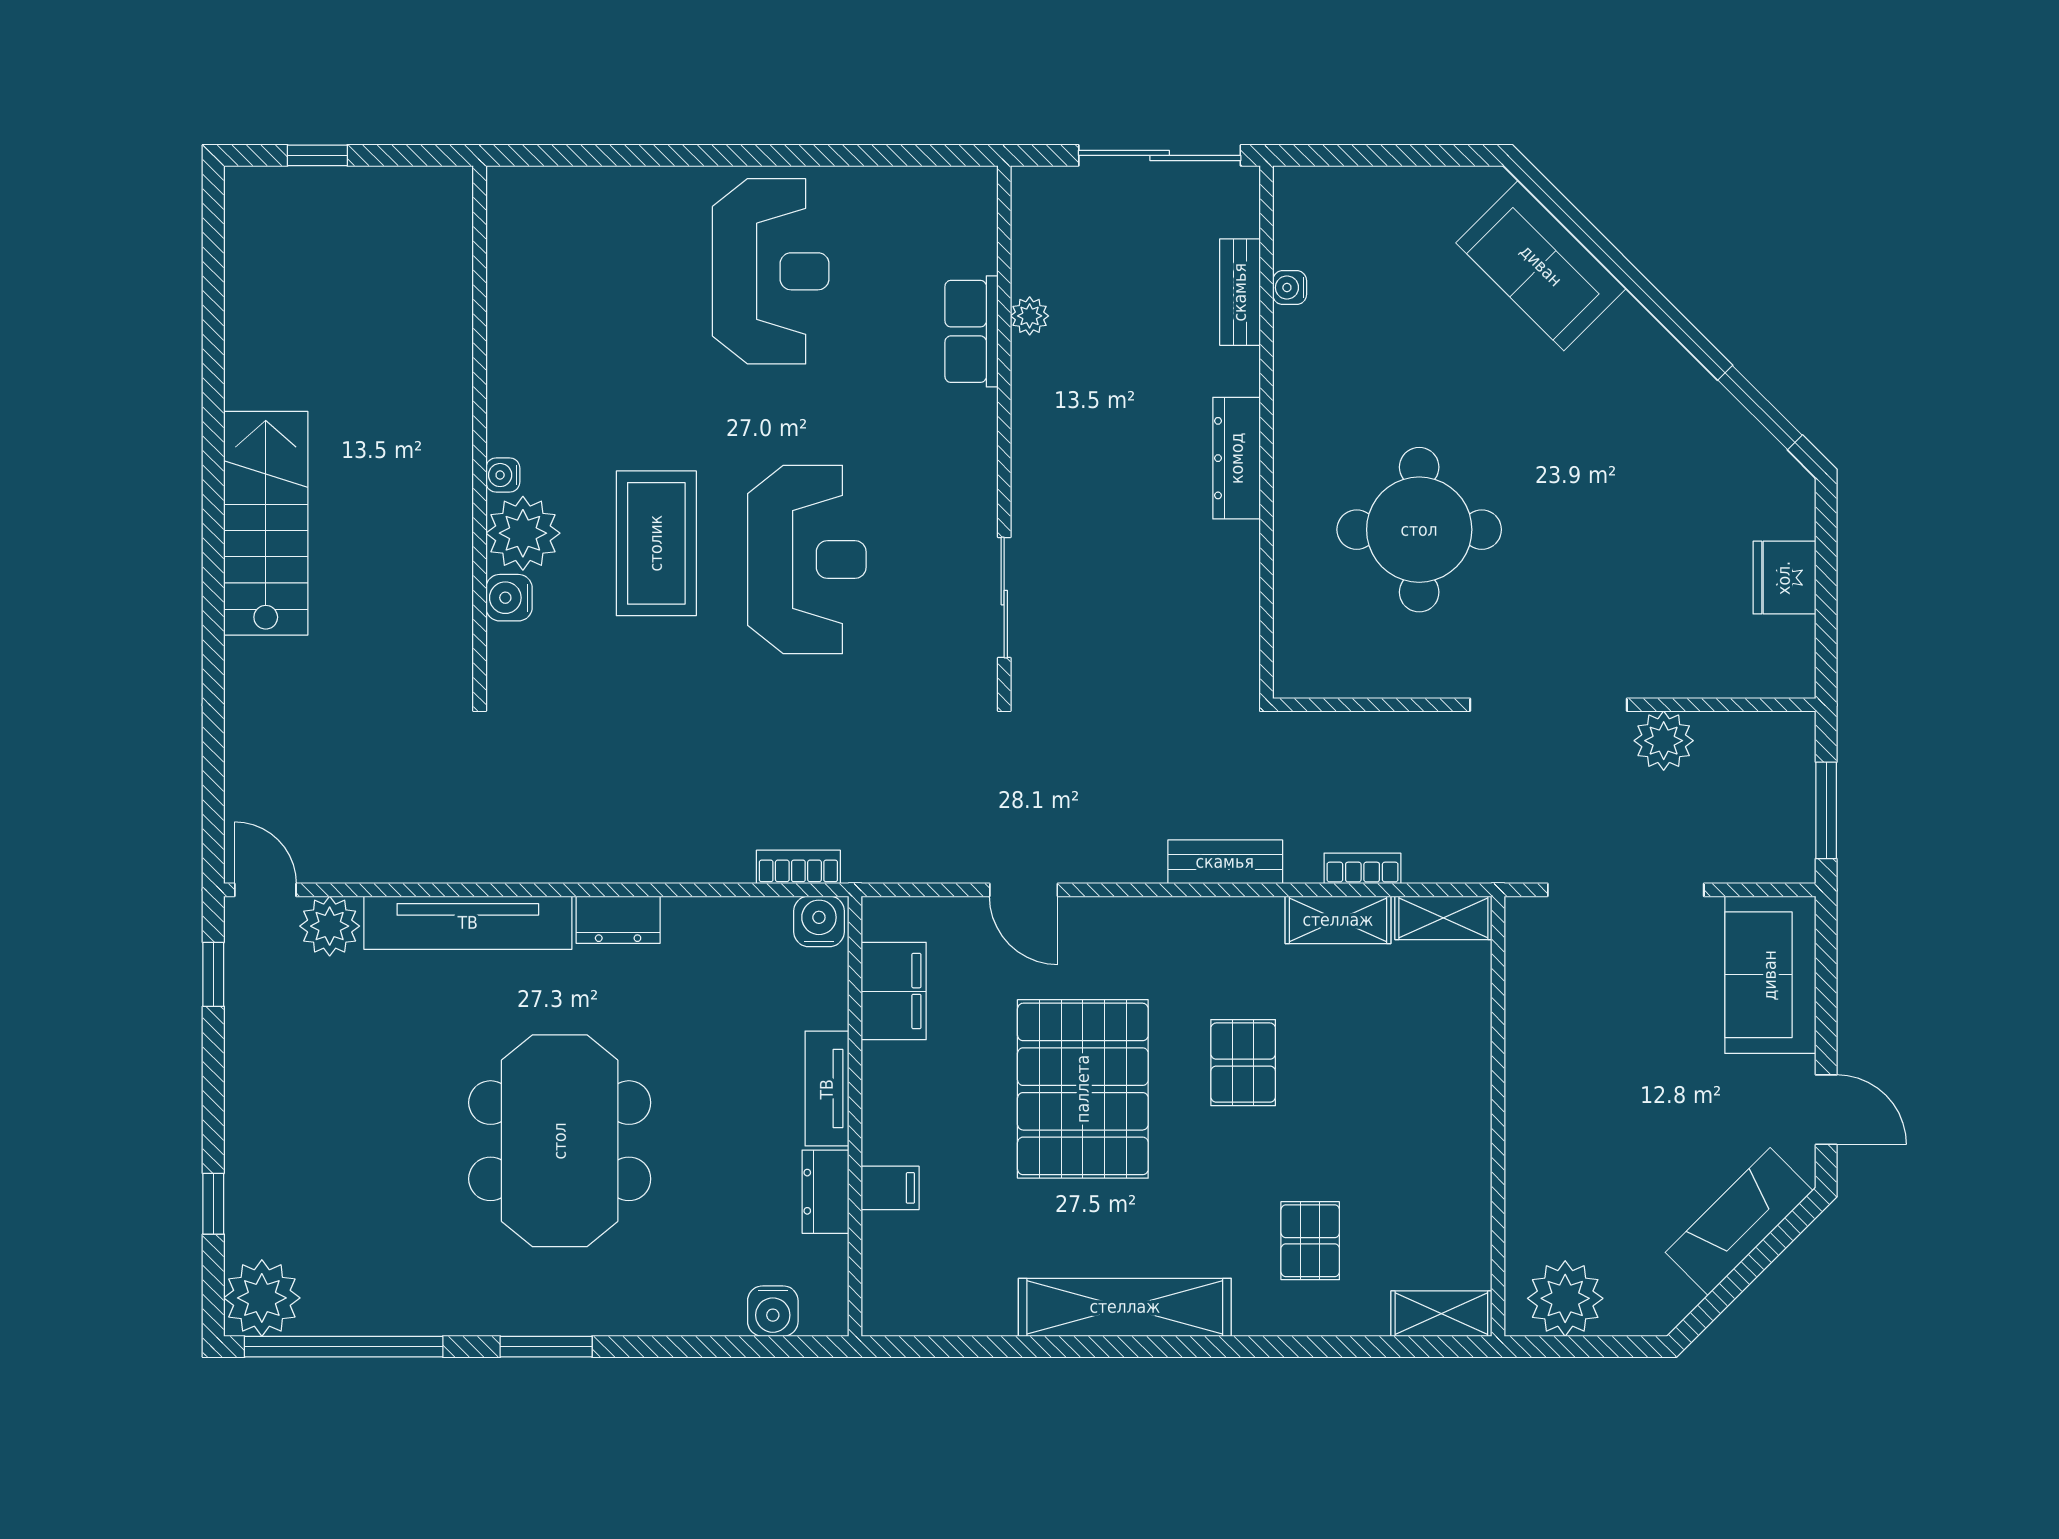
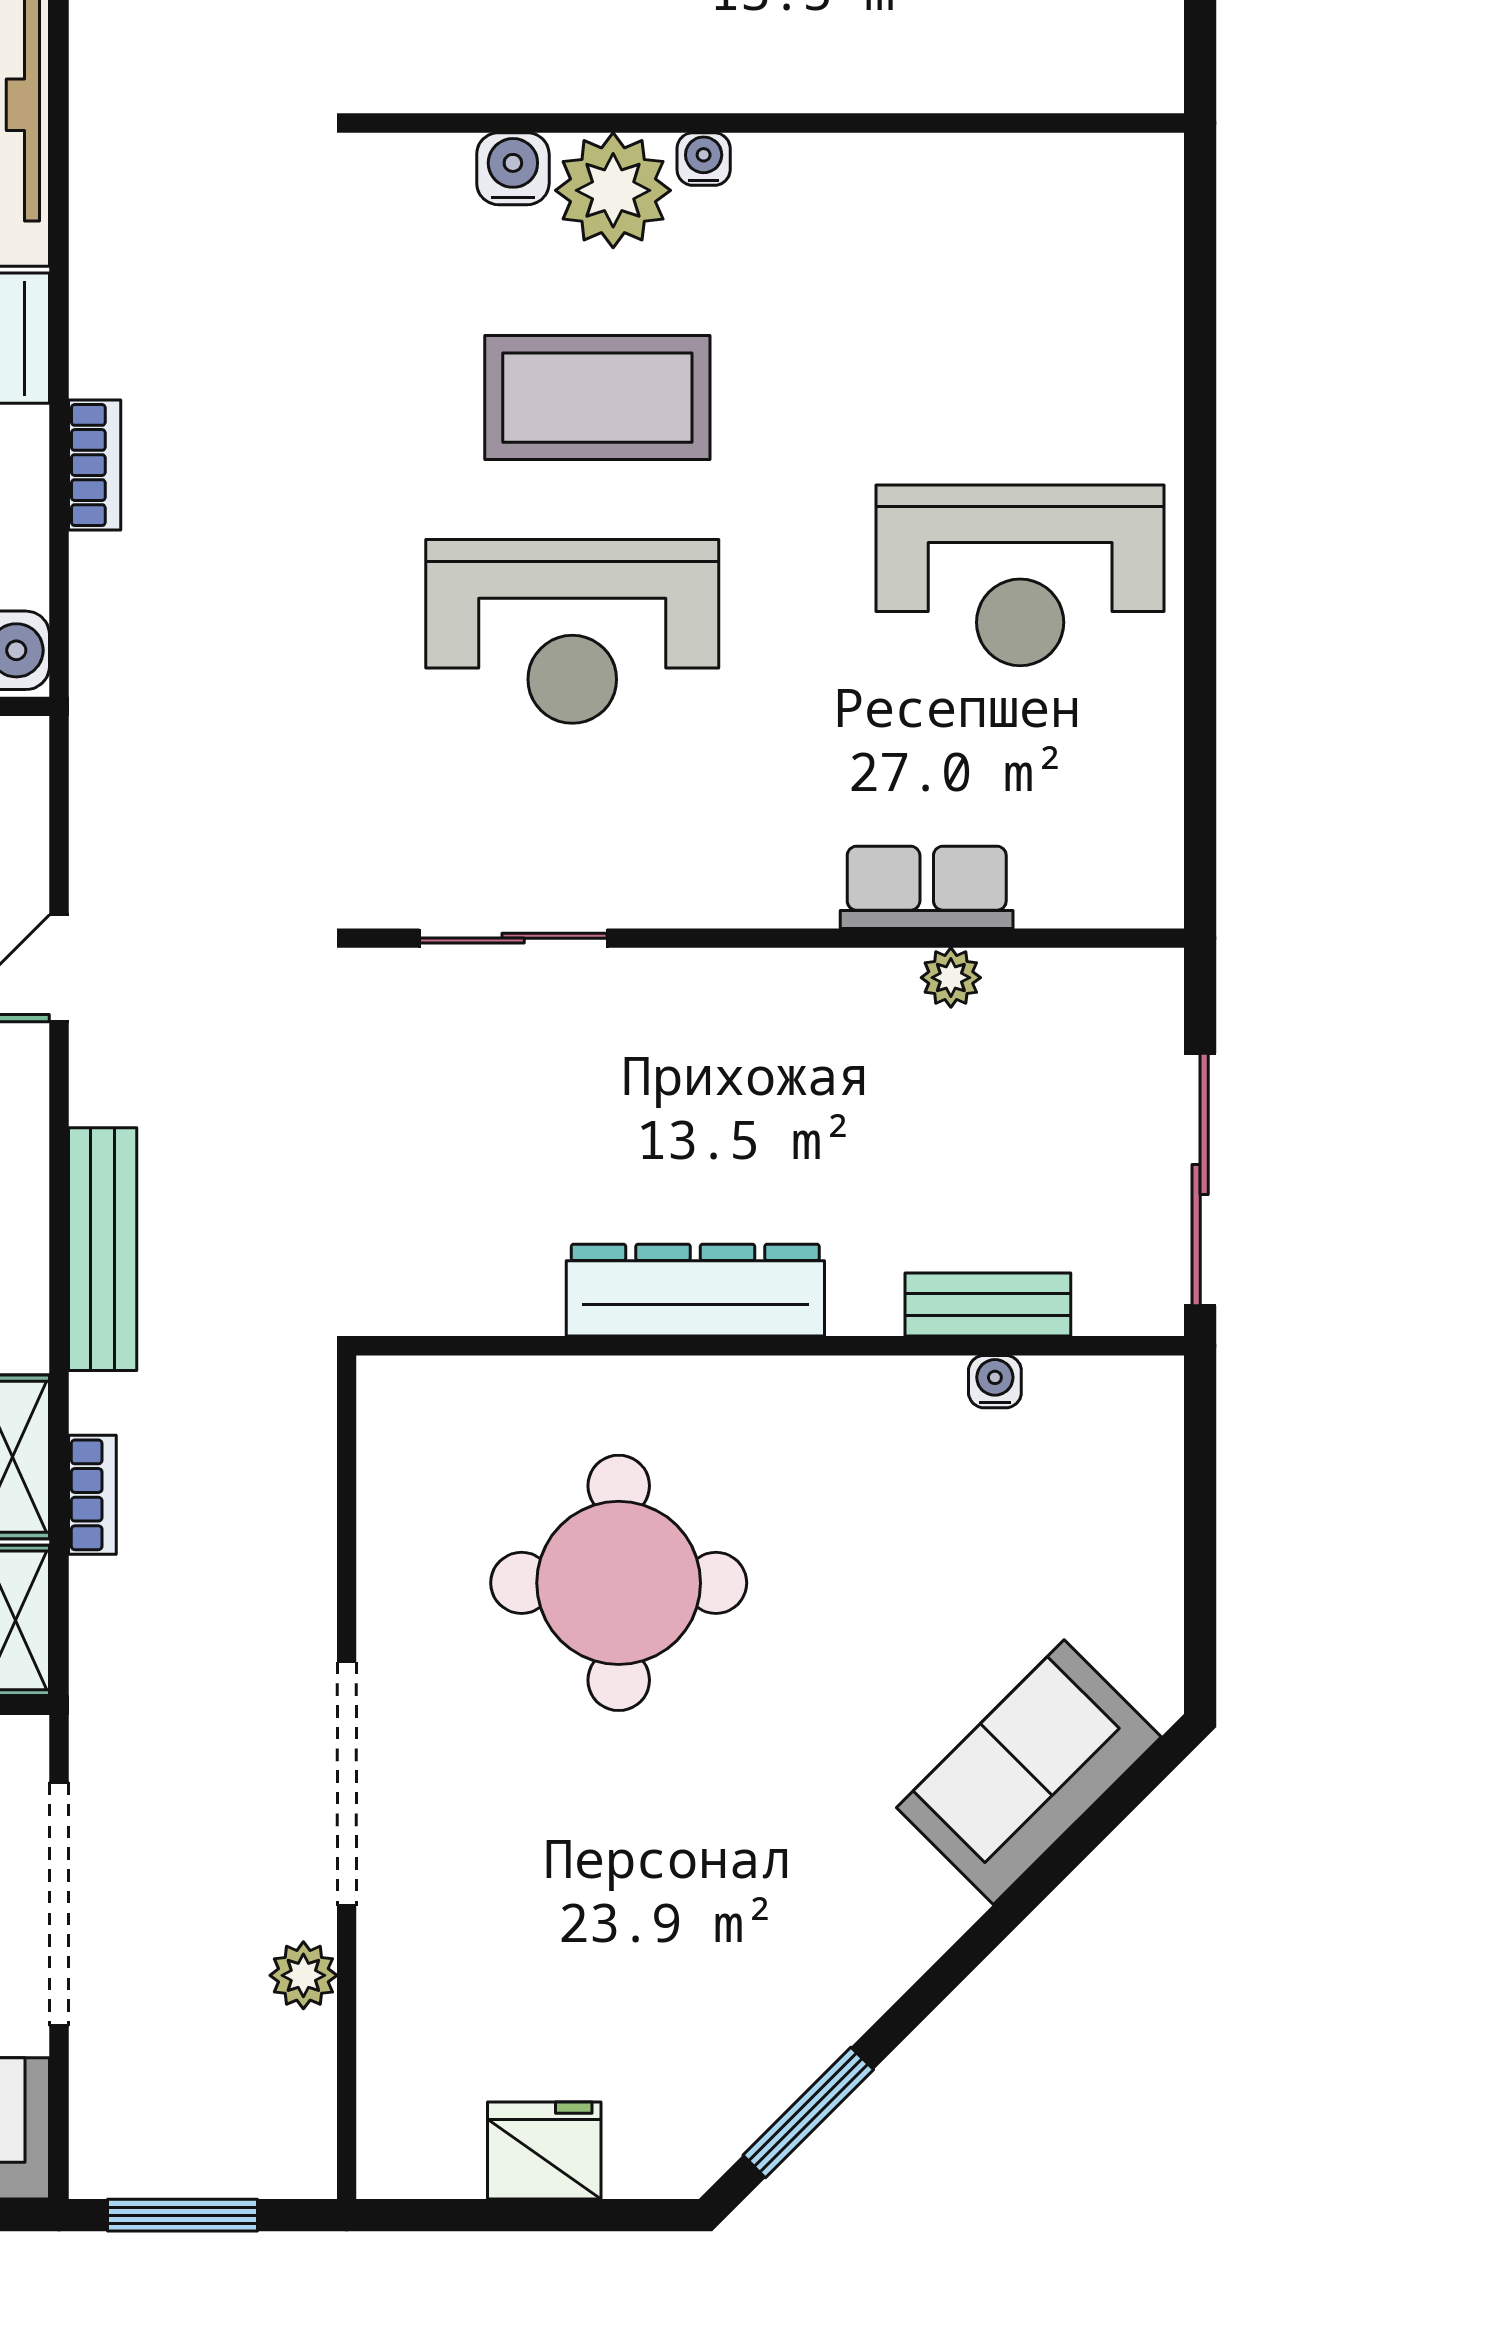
dresser: (1237, 458) -> (695, 1290), width x1.37, depth x1.24
plant: (1664, 741) -> (303, 1975), width x0.73, depth x0.73
bench: (1225, 862) -> (103, 1249), width x1.36
bookcase: (798, 867) -> (95, 465), moved

